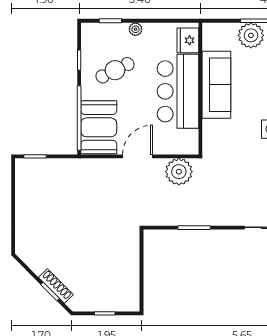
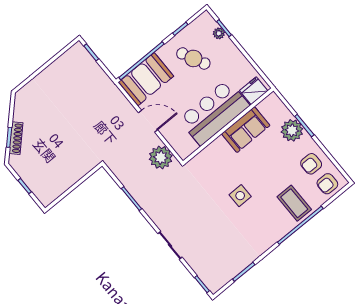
plant: (135, 29) -> (219, 33), moved
sofa: (216, 85) -> (246, 130), width x0.73

